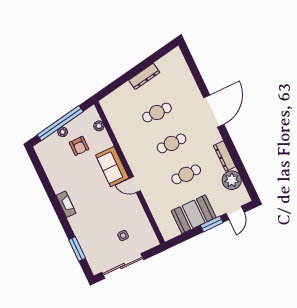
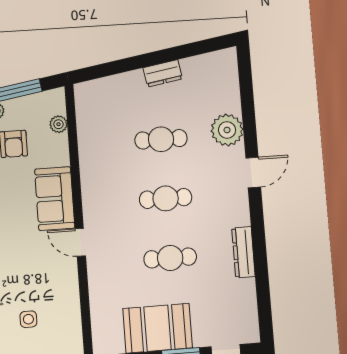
dresser: (144, 76) -> (163, 73), width x0.70
door: (214, 111) -> (253, 173), width x0.53
plant: (232, 180) -> (227, 130), moved

